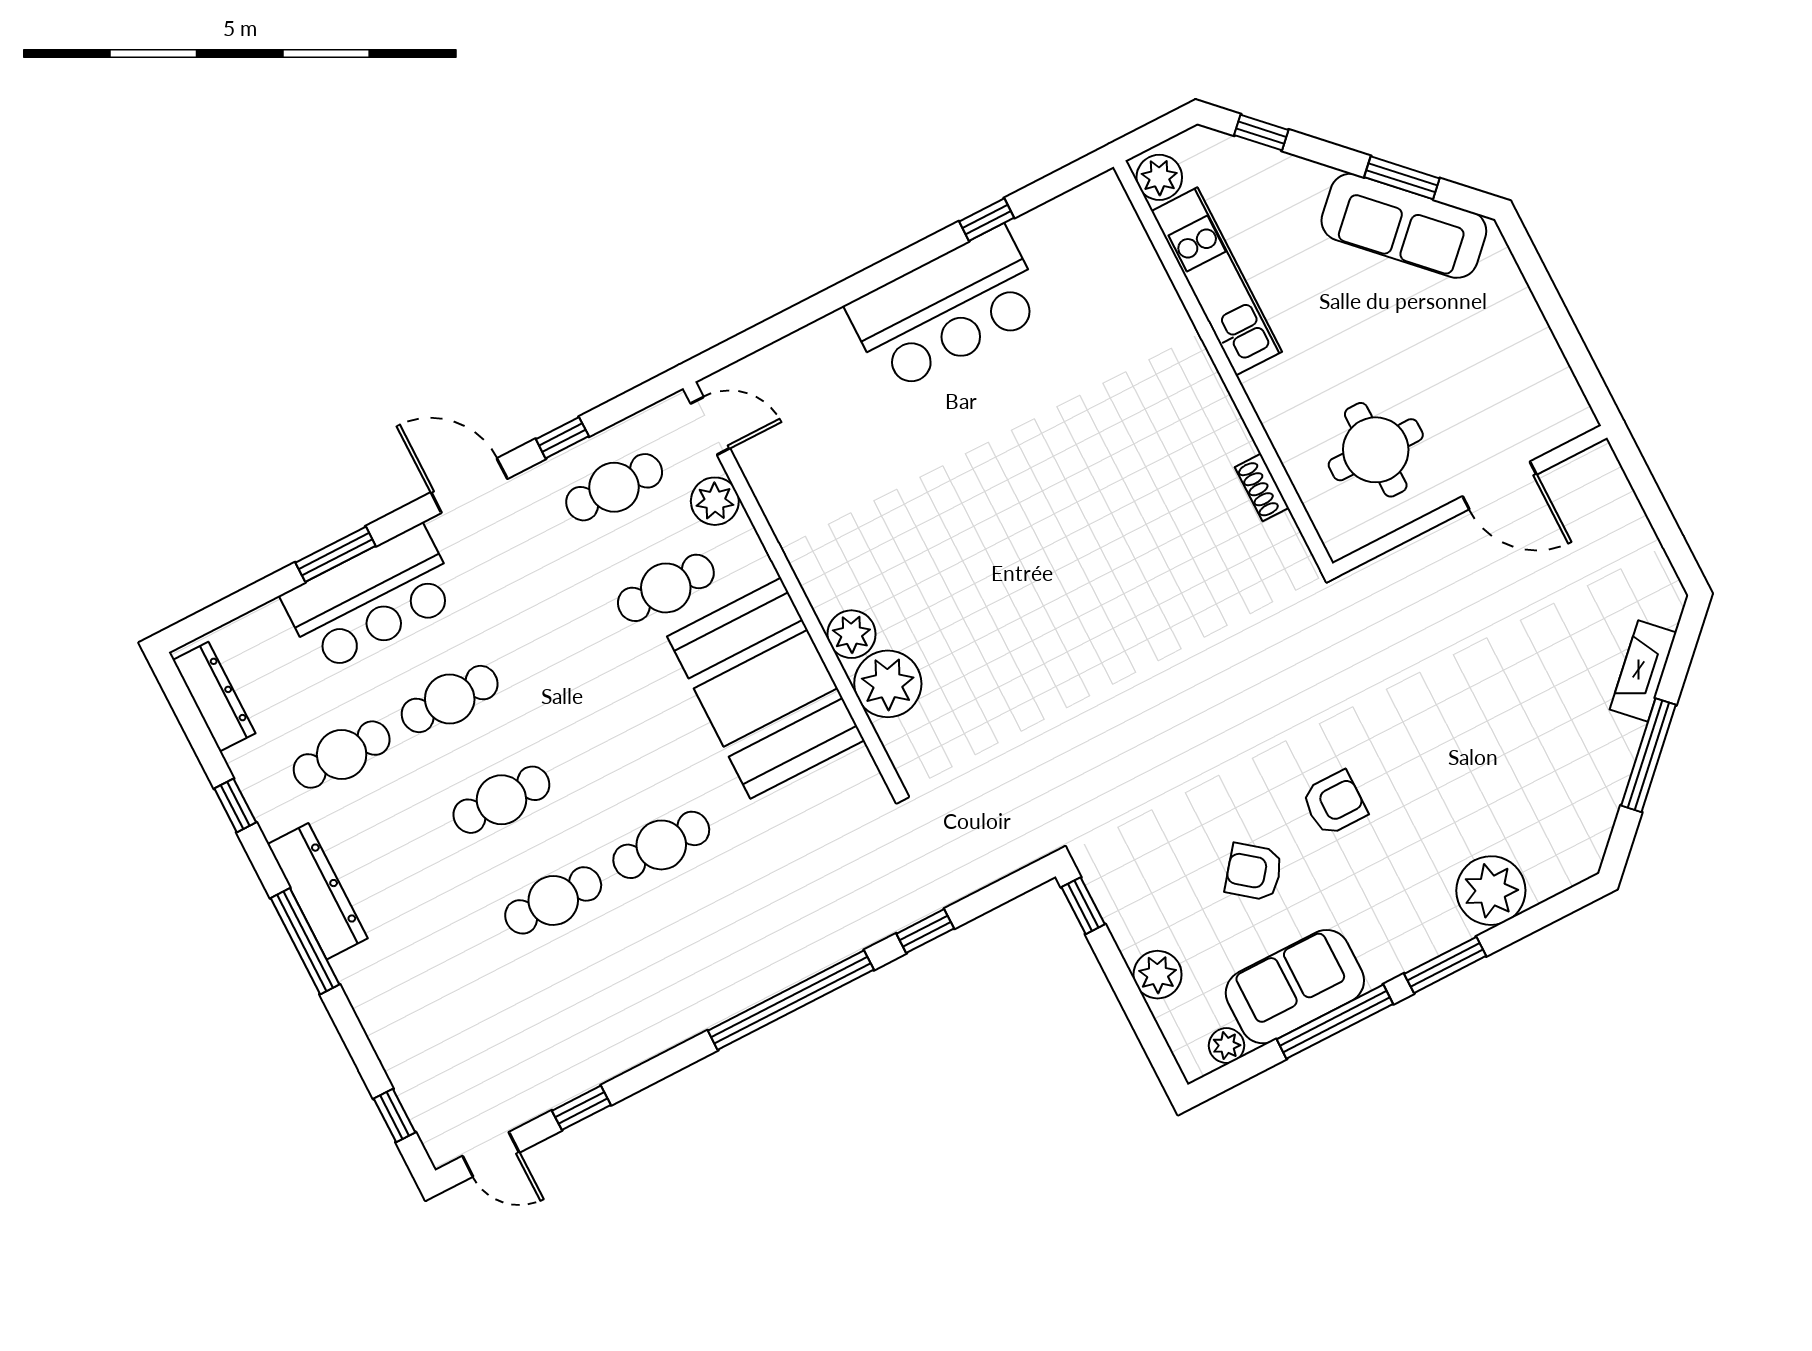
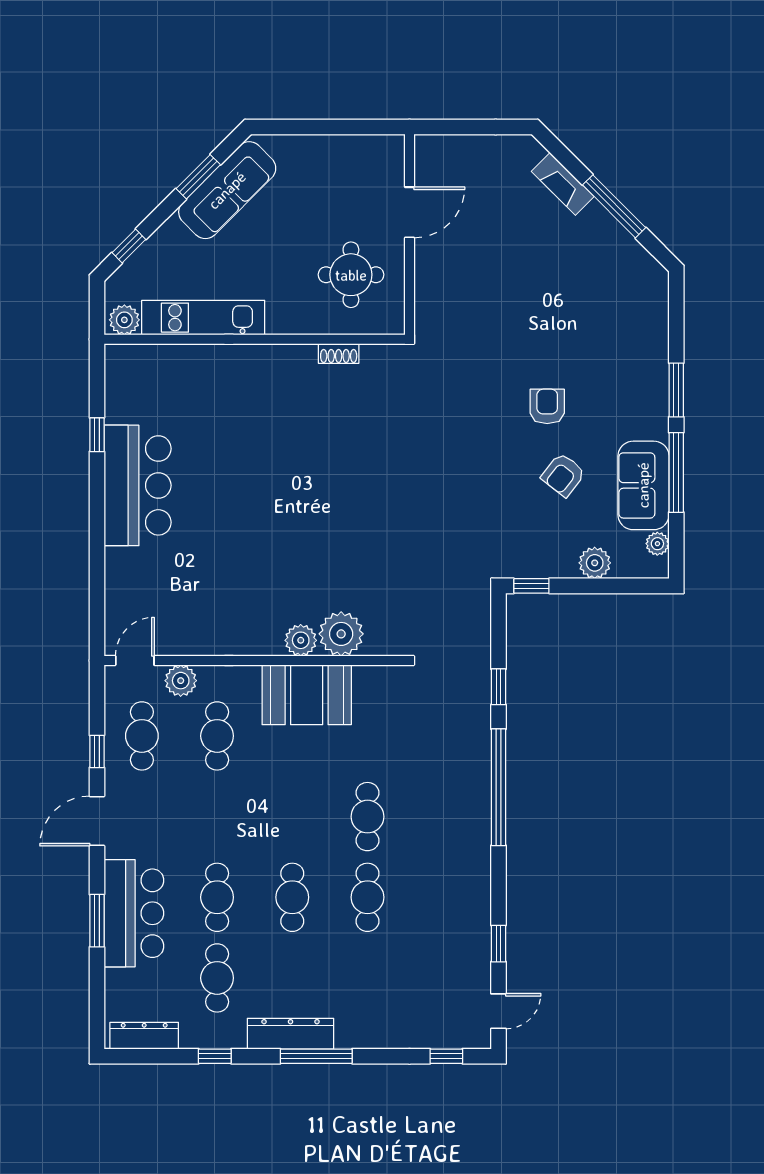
booth: (766, 688) -> (307, 695), width x0.73, depth x0.70
plant: (1491, 891) -> (646, 341), removed

